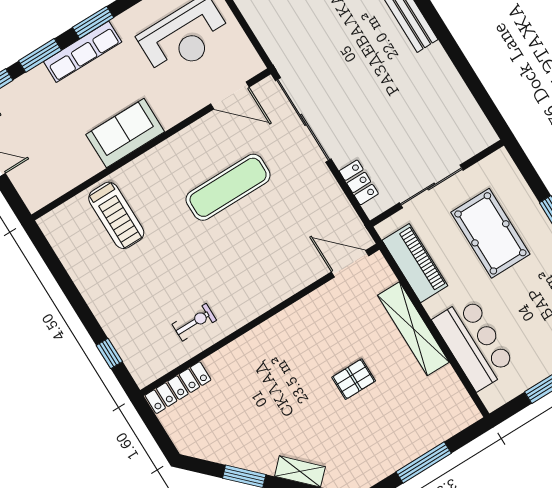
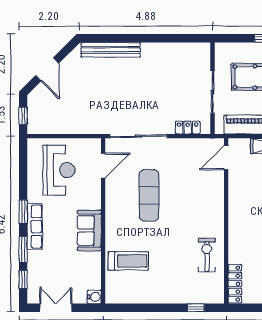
water cooler: (35, 199) -> (94, 297), added
exercise bike: (194, 322) -> (207, 255), width x1.38, depth x1.39

